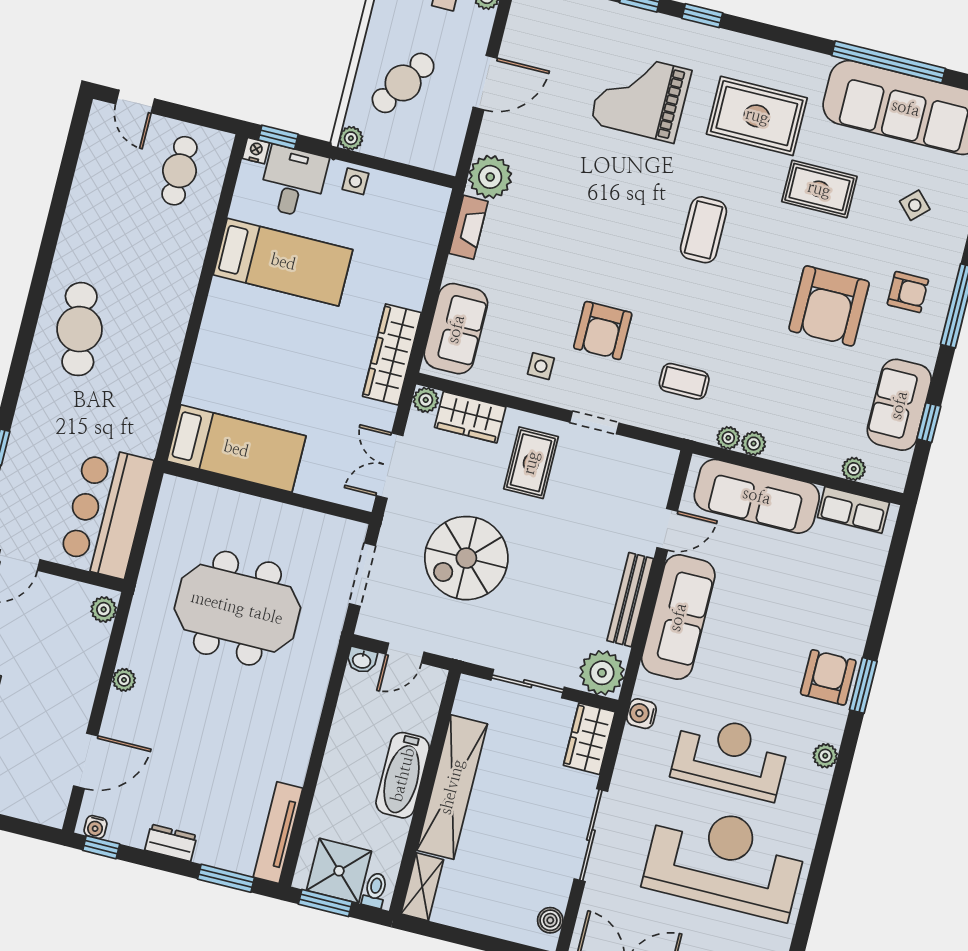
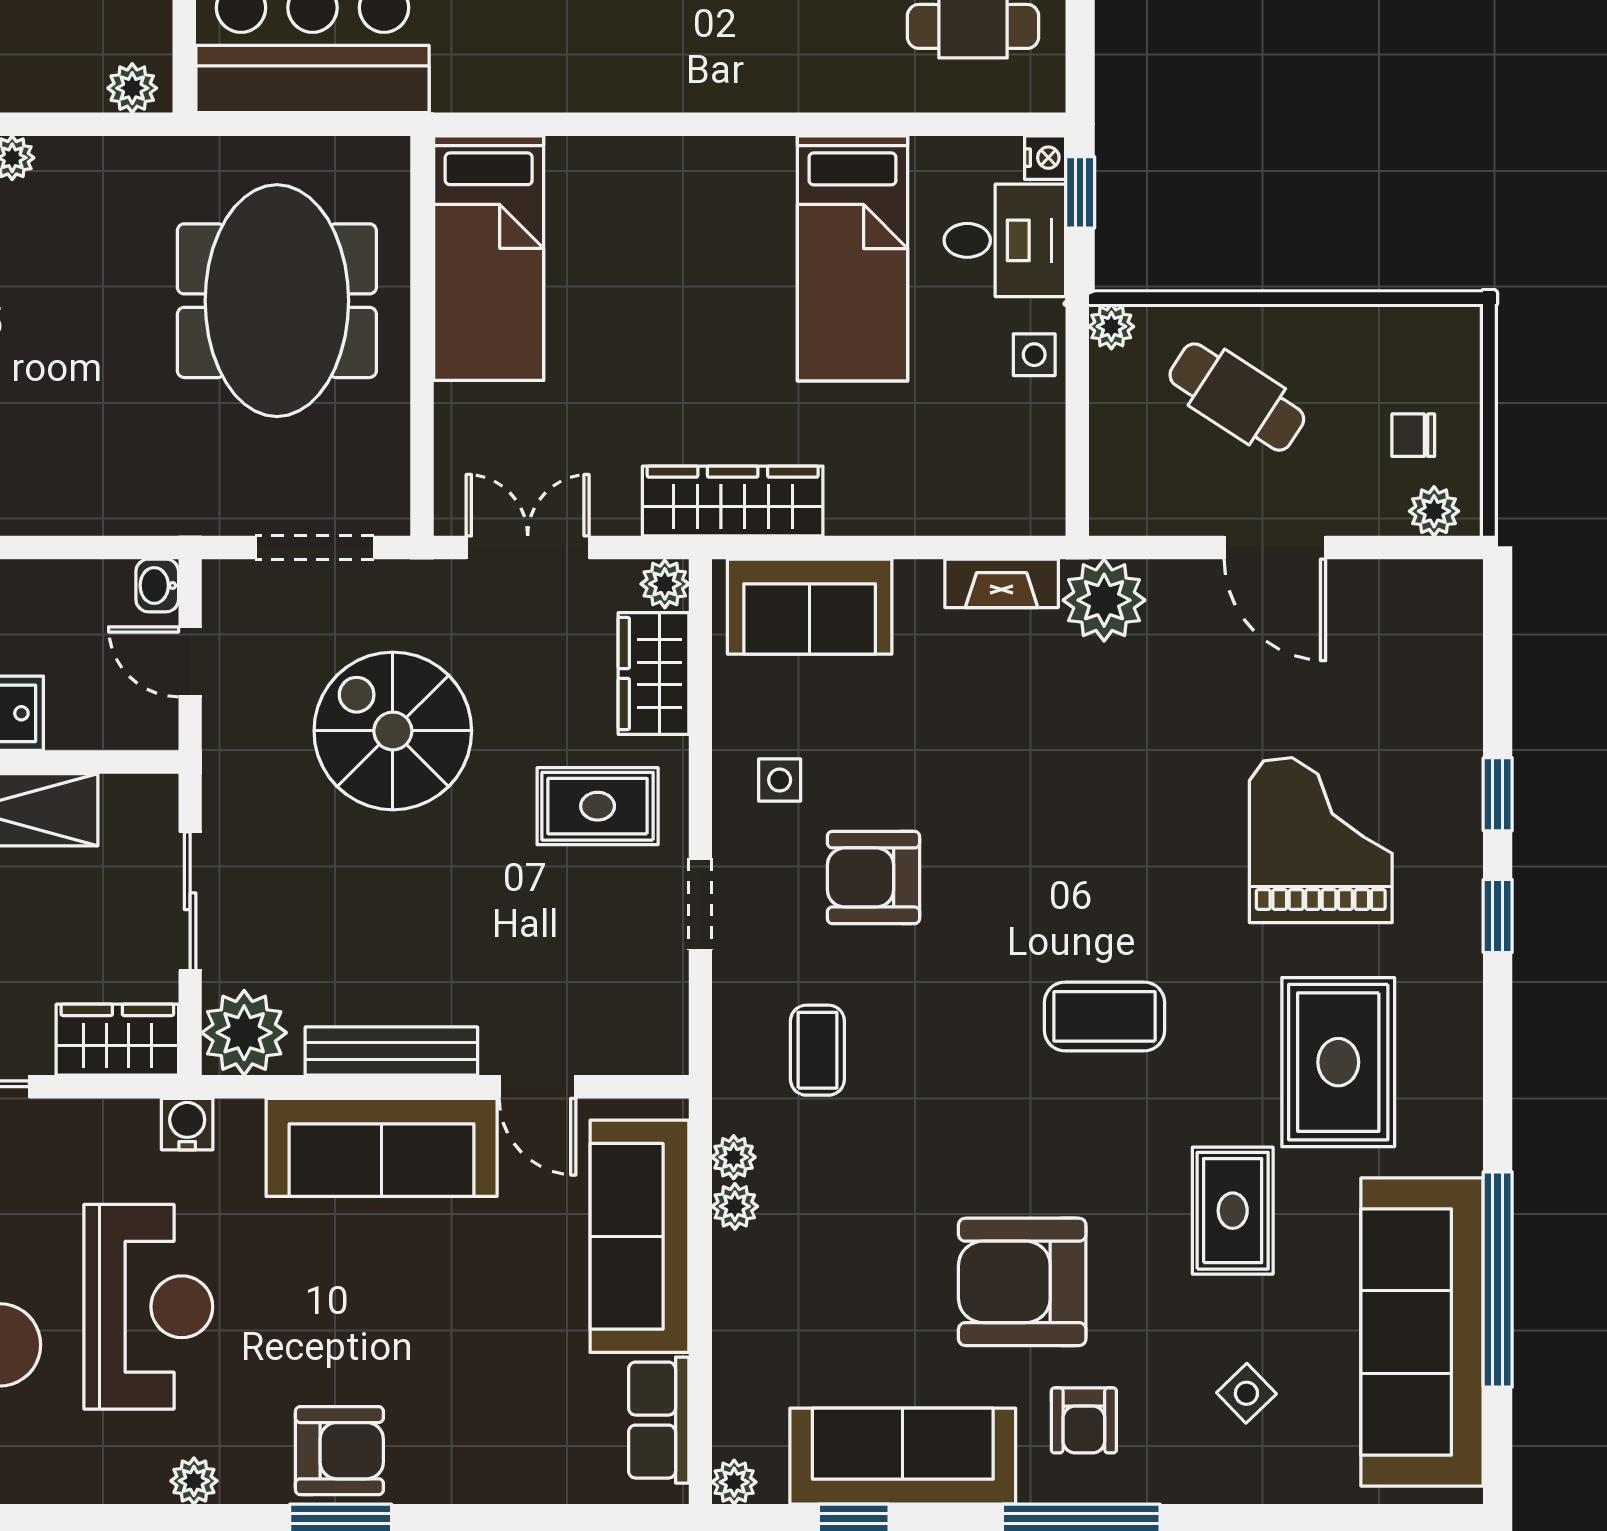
sofa: (899, 405) -> (903, 1456), width x1.36
plant: (854, 469) -> (734, 1482), moved
meeting table: (237, 608) -> (277, 301), moved

